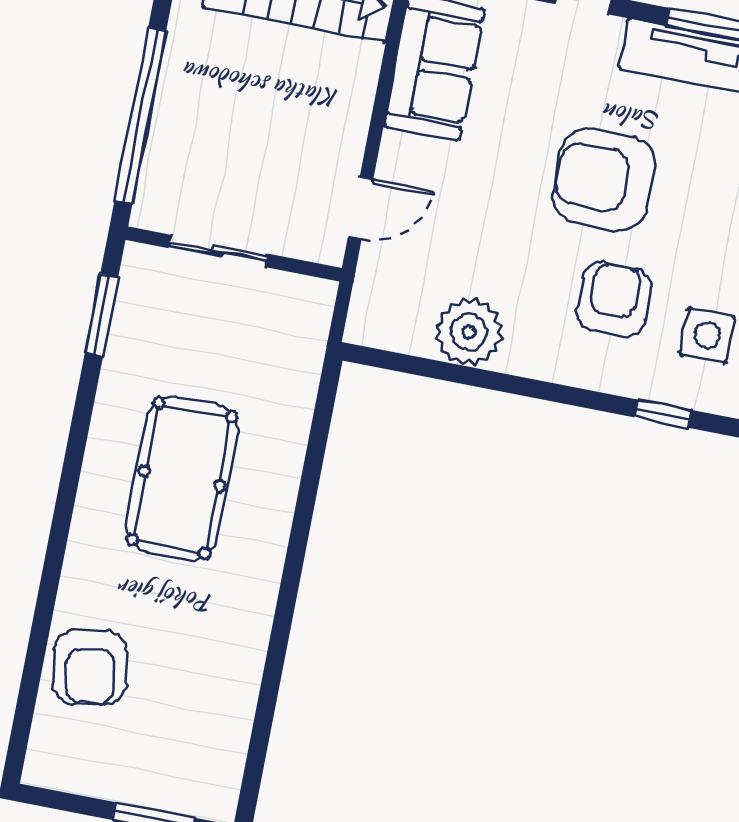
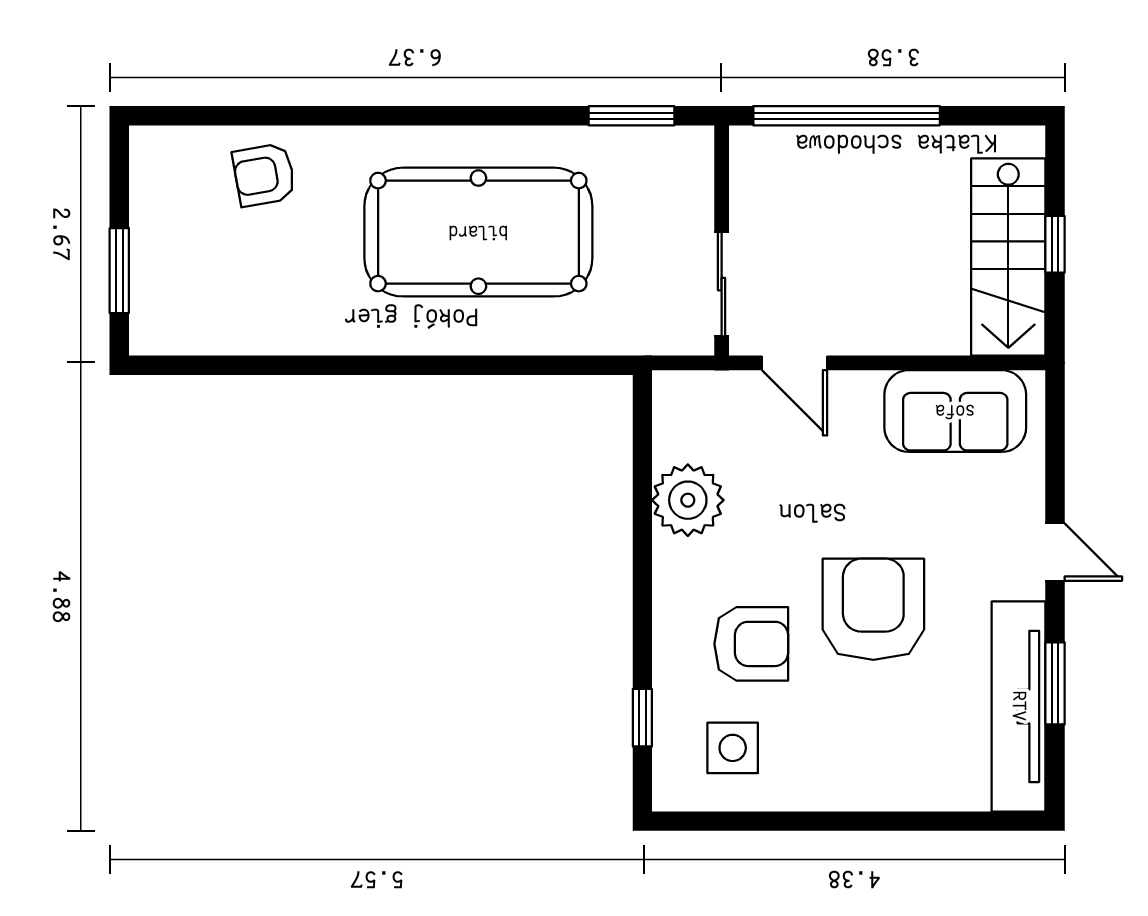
sliding door: (218, 251) -> (722, 284), moved
pool table: (182, 478) -> (478, 232), width x1.36, depth x1.32
armchair: (90, 667) -> (264, 175), width x0.72, depth x0.72

